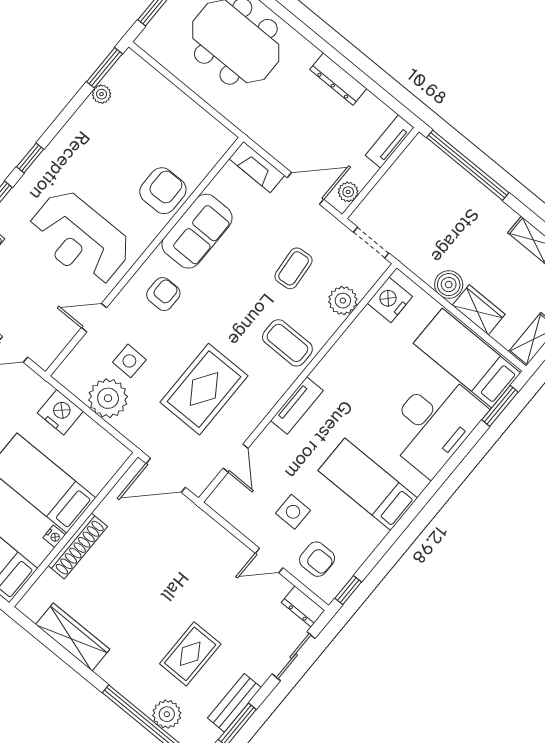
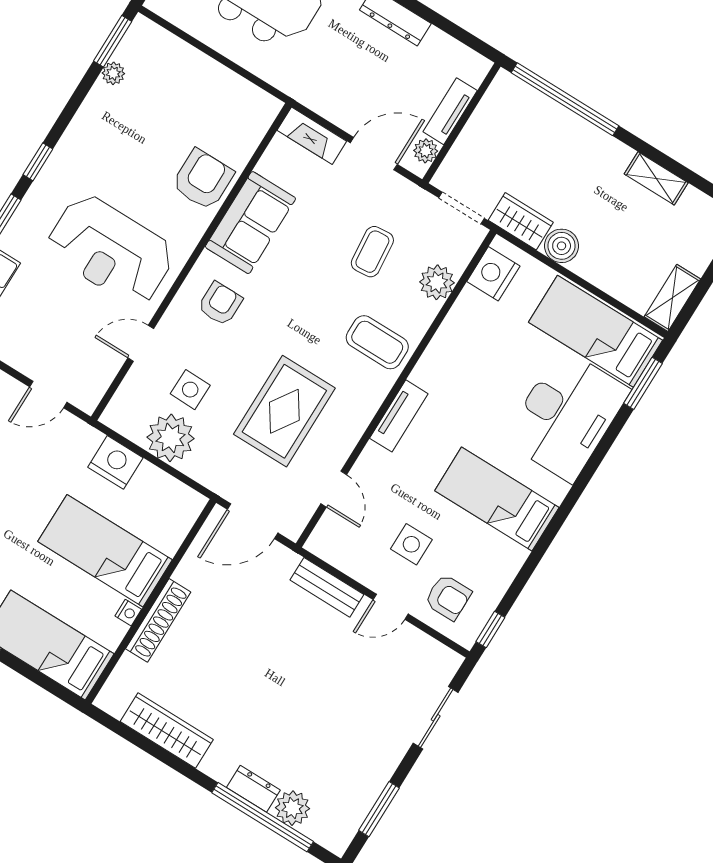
tv unit: (390, 141) -> (450, 111), moved
wardrobe: (479, 310) -> (521, 221), moved
dresser: (303, 606) -> (253, 789), moved, turned 180
rug: (190, 654) -> (311, 732), removed
bench: (234, 703) -> (327, 587), moved, turned 90

